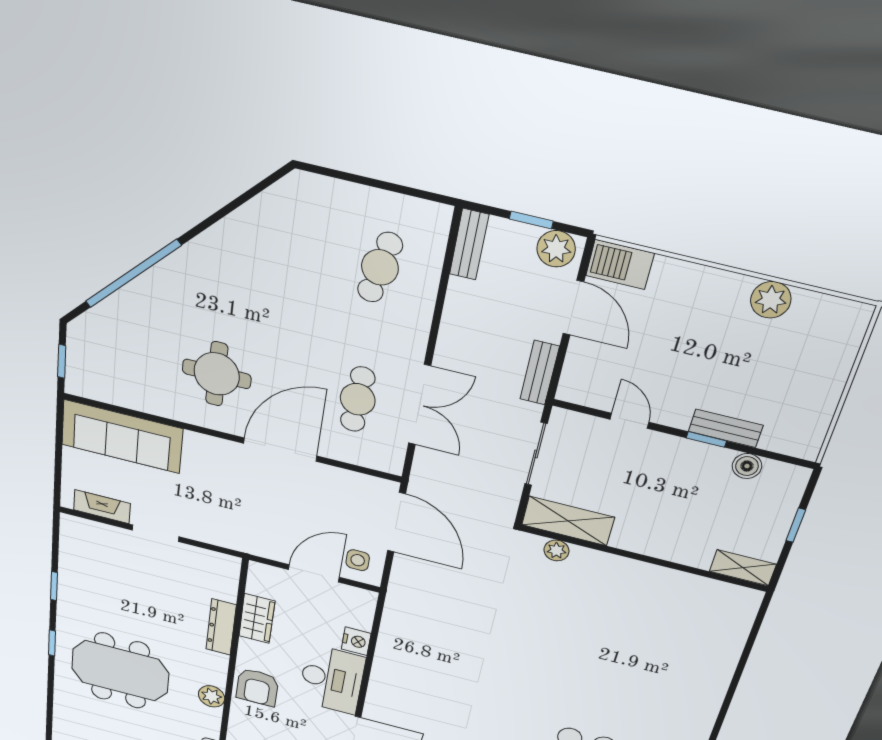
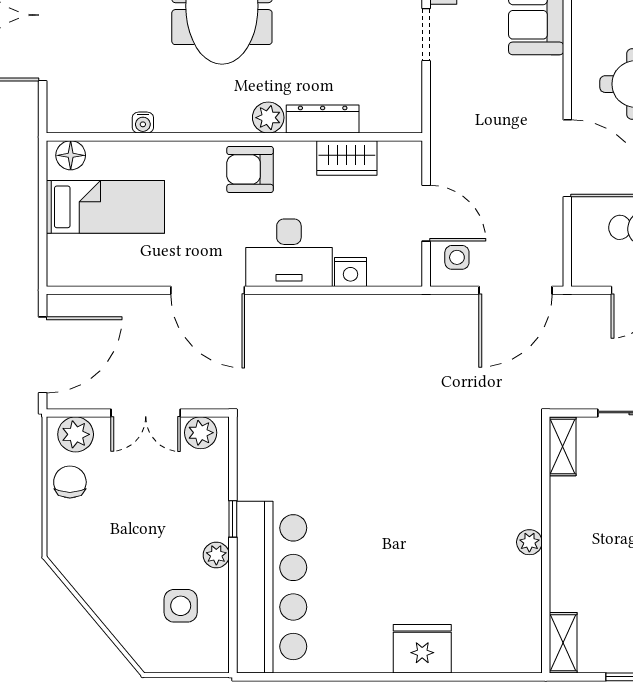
shelving: (568, 521) -> (563, 447), width x0.67, depth x0.75
plant: (556, 550) -> (529, 542), moved
fridge: (709, 676) -> (422, 649), added
plant: (212, 696) -> (268, 118), moved

